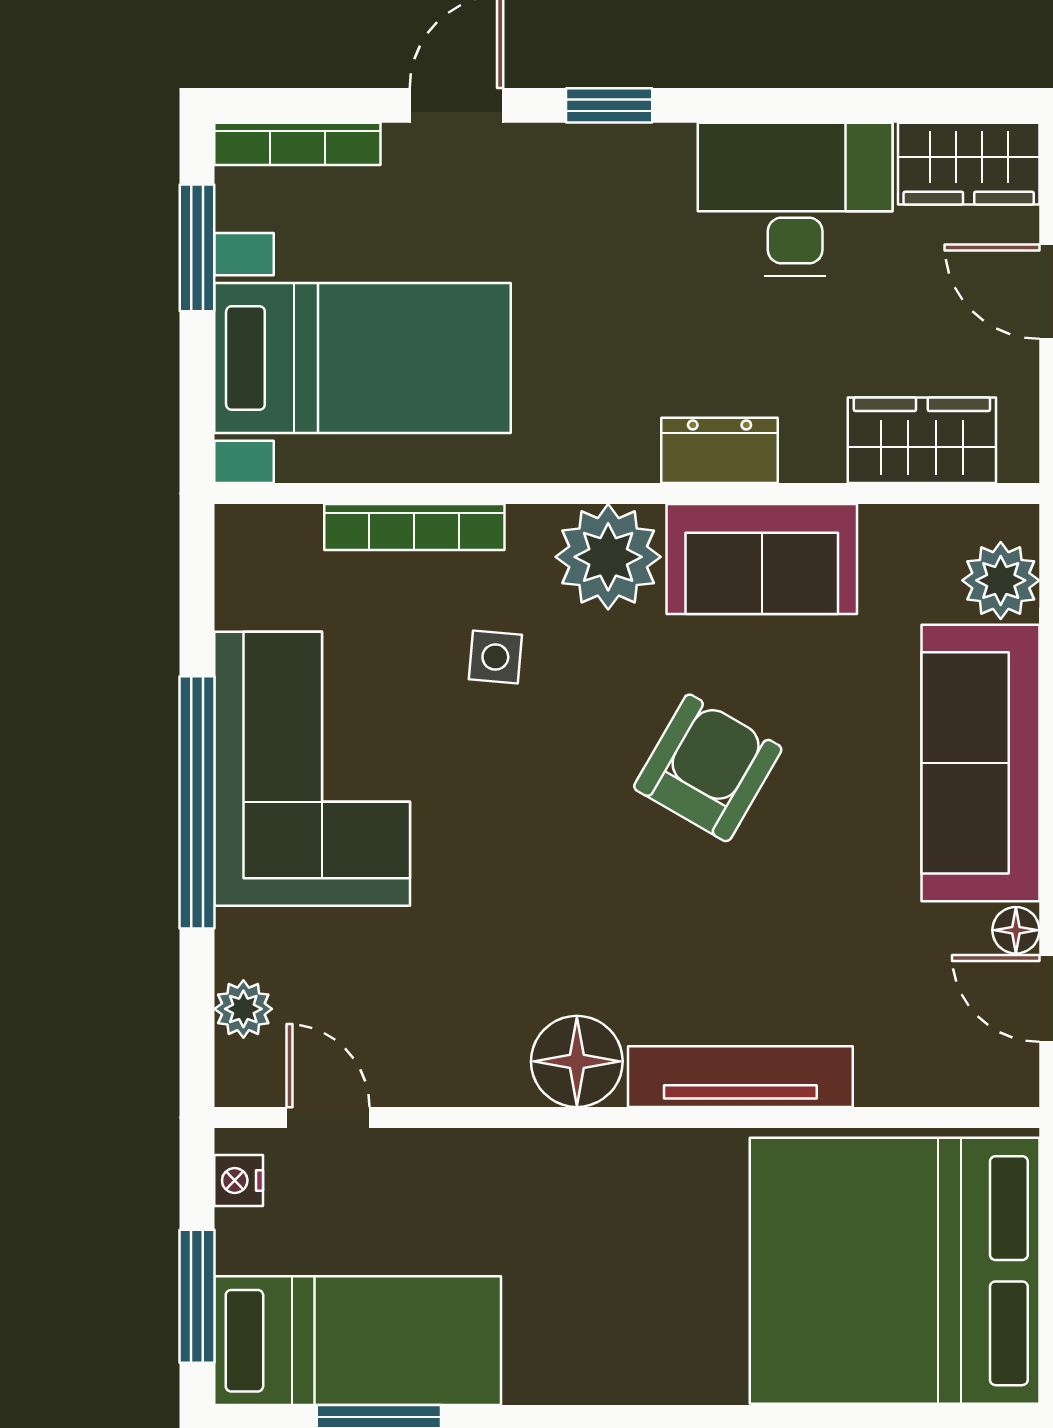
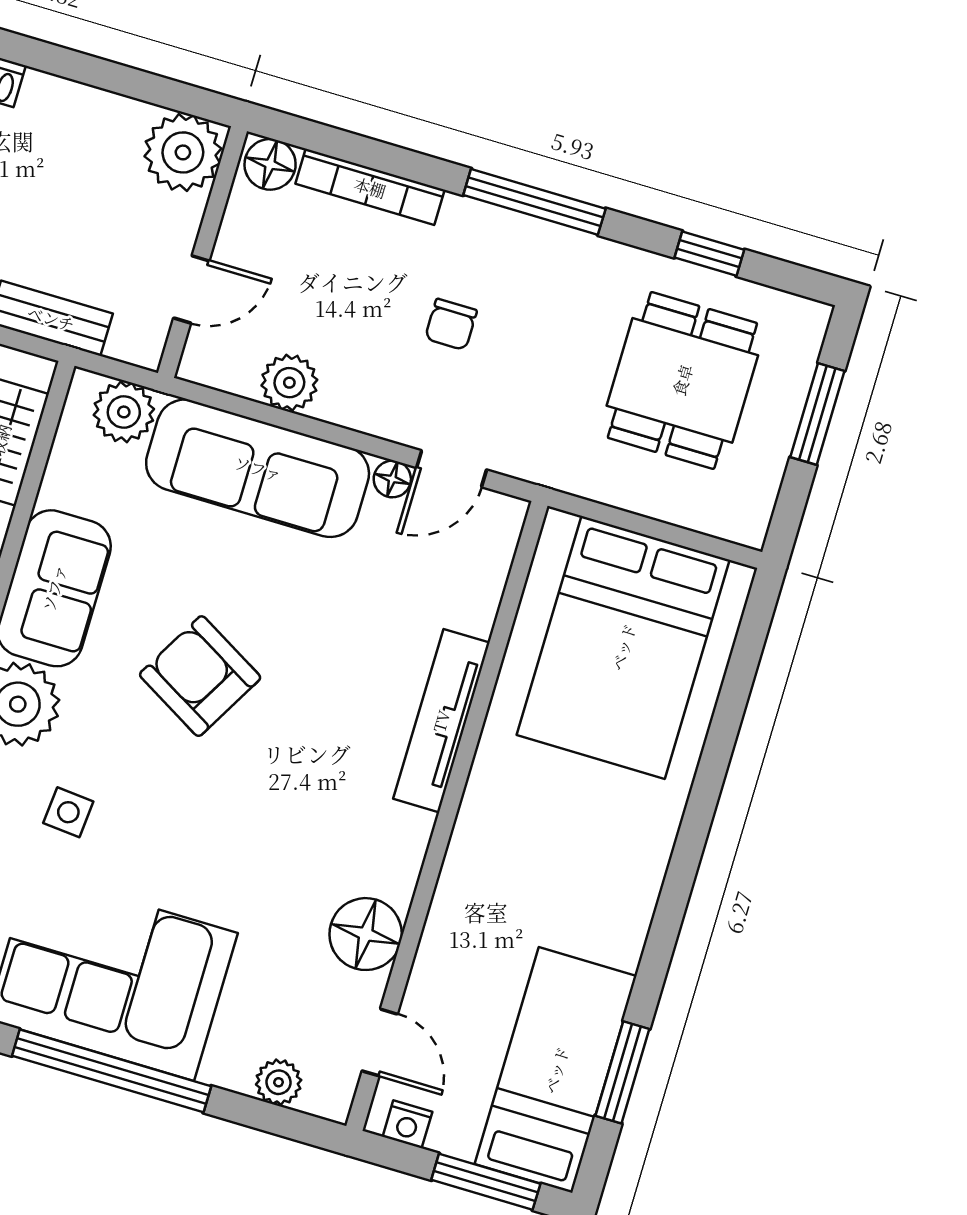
floor lamp: (577, 1061) -> (366, 934), moved
door: (328, 1117) -> (380, 1042), swing flipped
bed: (895, 1271) -> (623, 647), width x0.73

